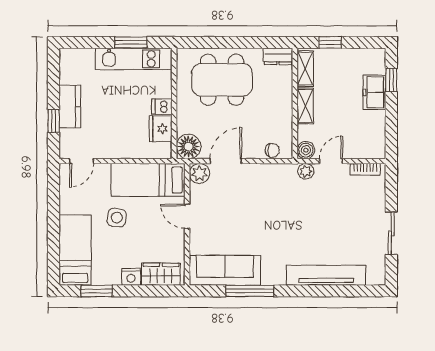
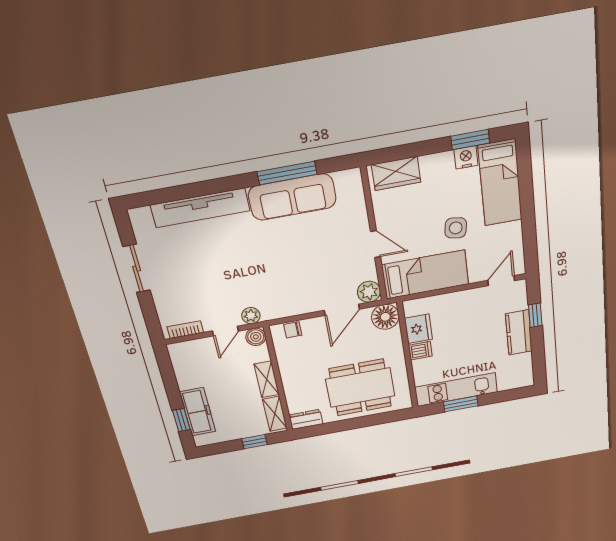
freezer: (374, 92) -> (198, 412), width x1.40
sofa: (225, 270) -> (292, 197), moved
nightstand: (131, 277) -> (466, 157), moved

